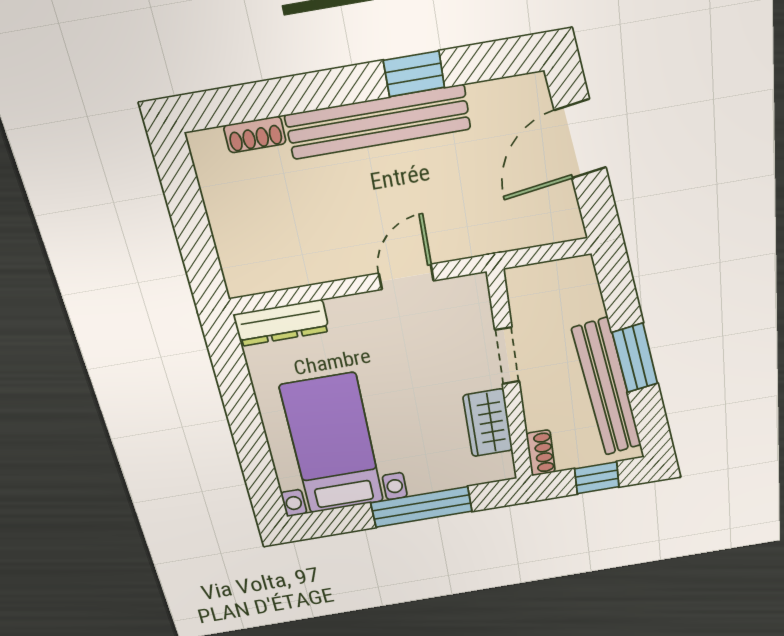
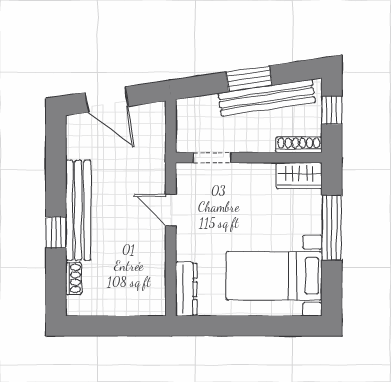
window: (414, 74) -> (56, 232), moved
doorway: (507, 356) -> (212, 158), moved
wardrobe: (488, 423) -> (299, 176), moved
shoe rack: (541, 453) -> (299, 145), width x1.43

